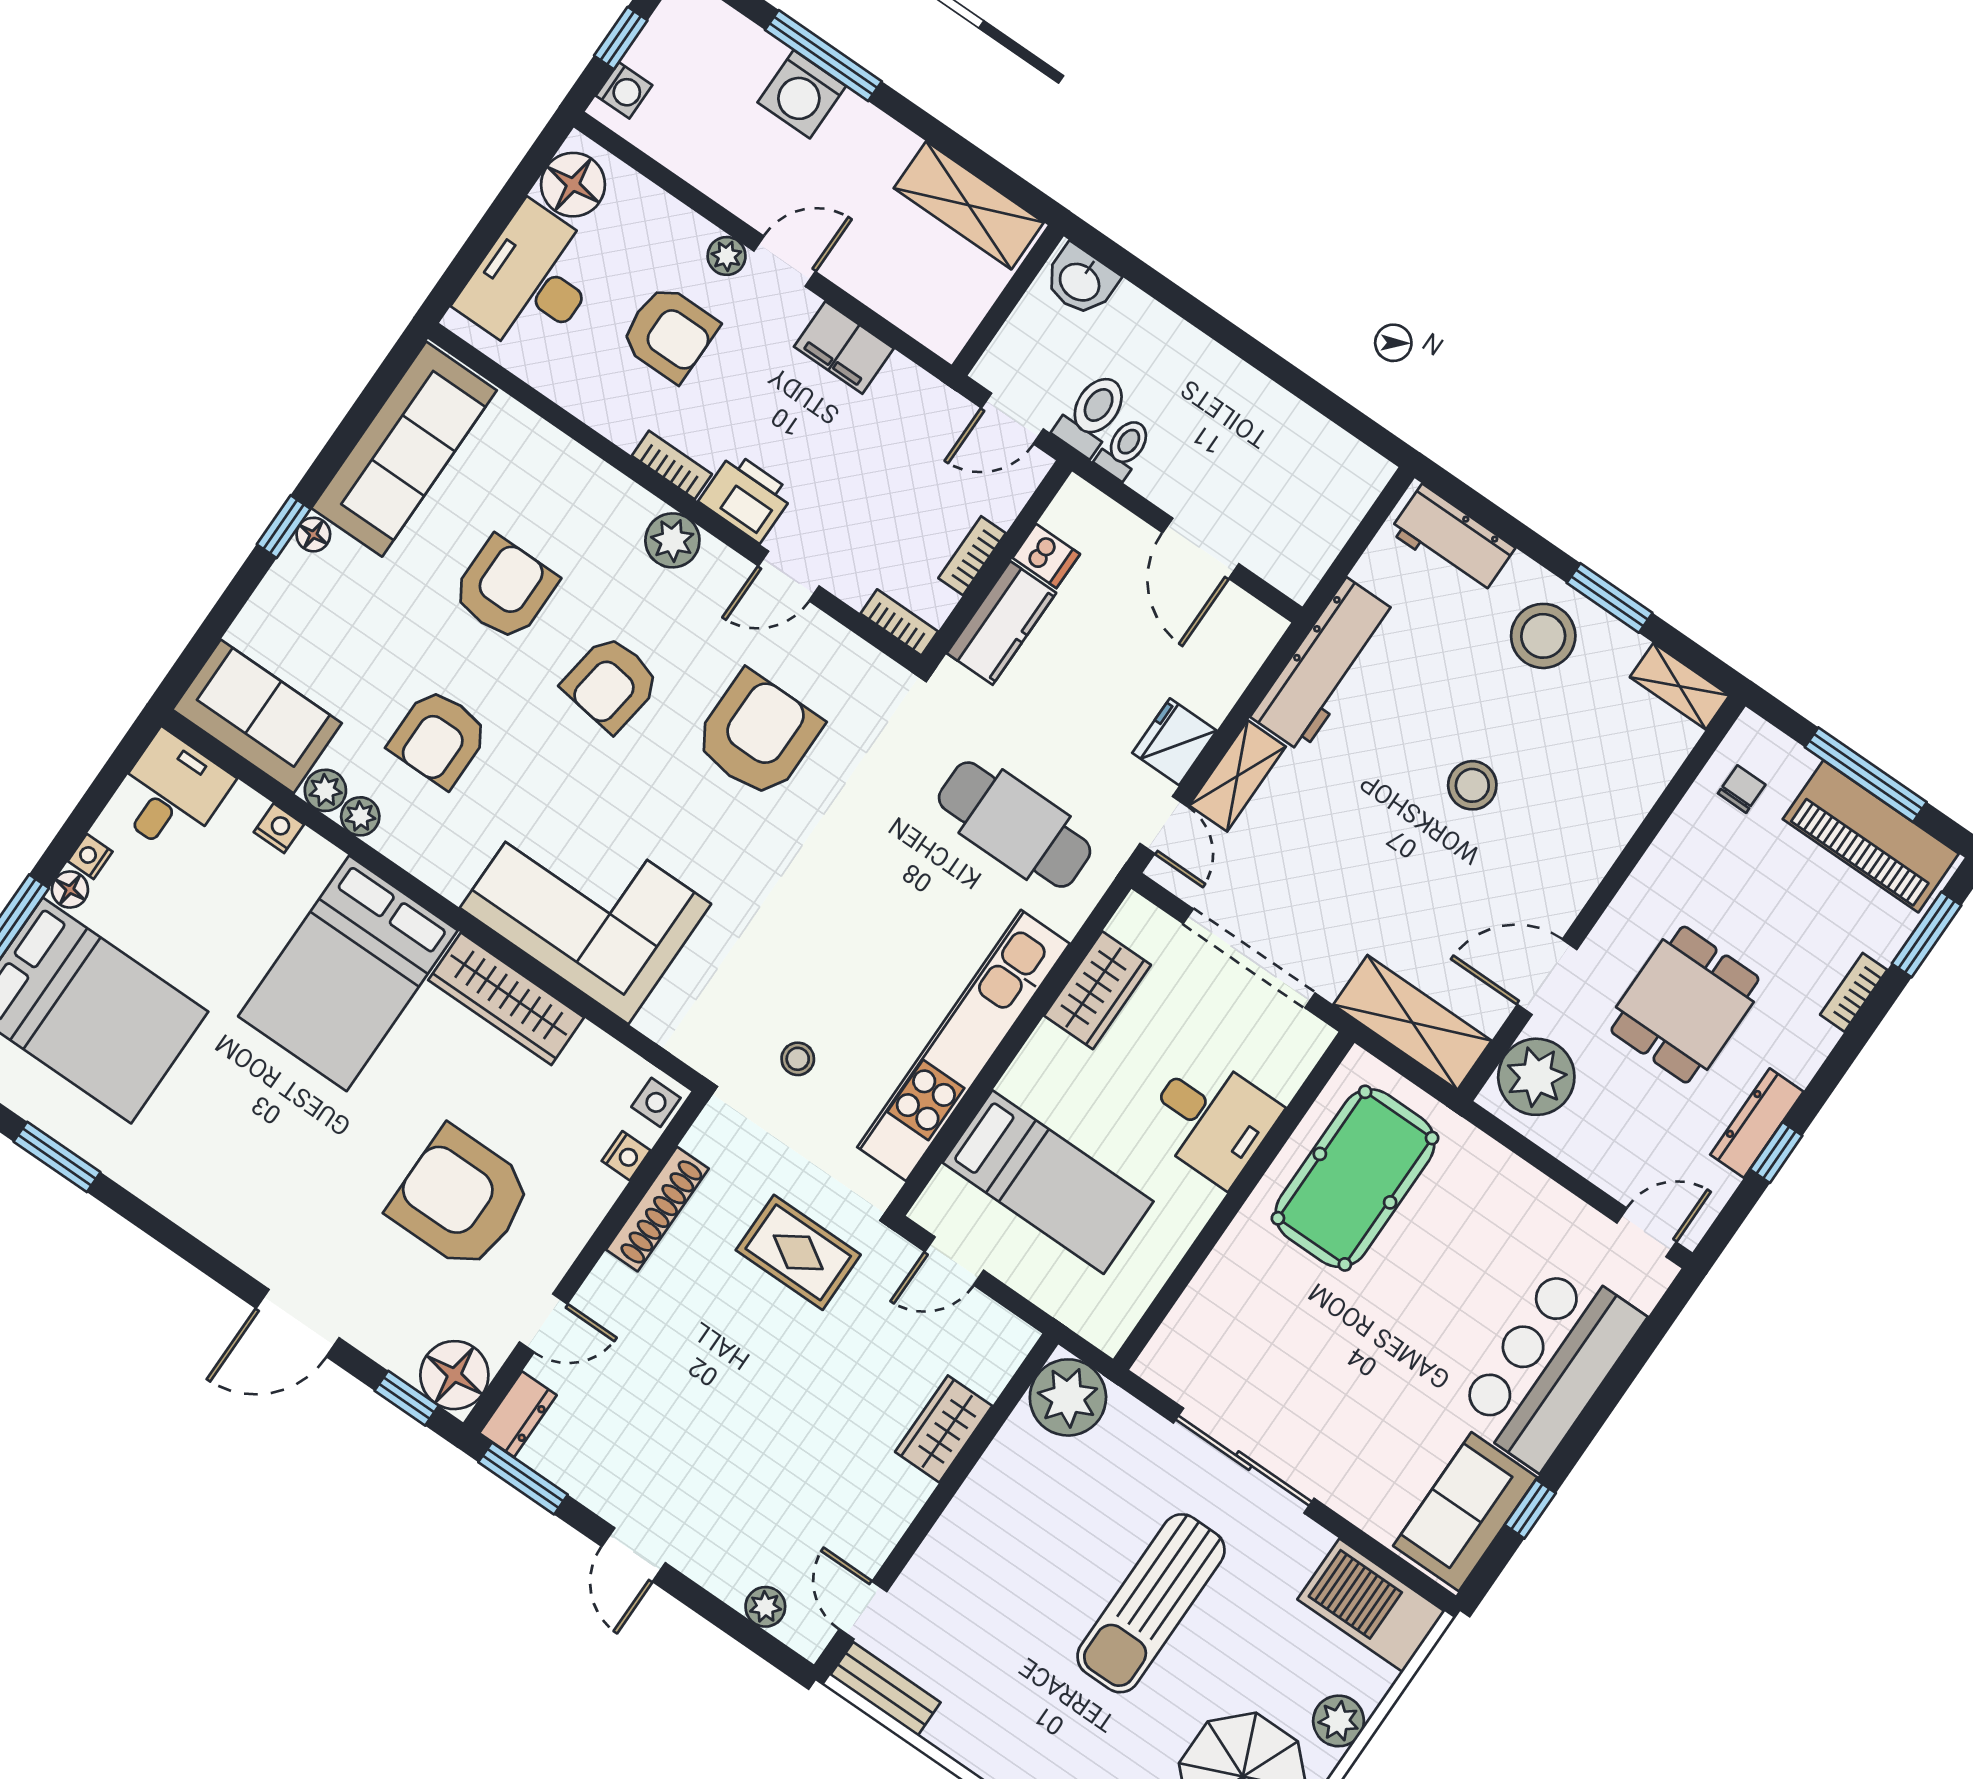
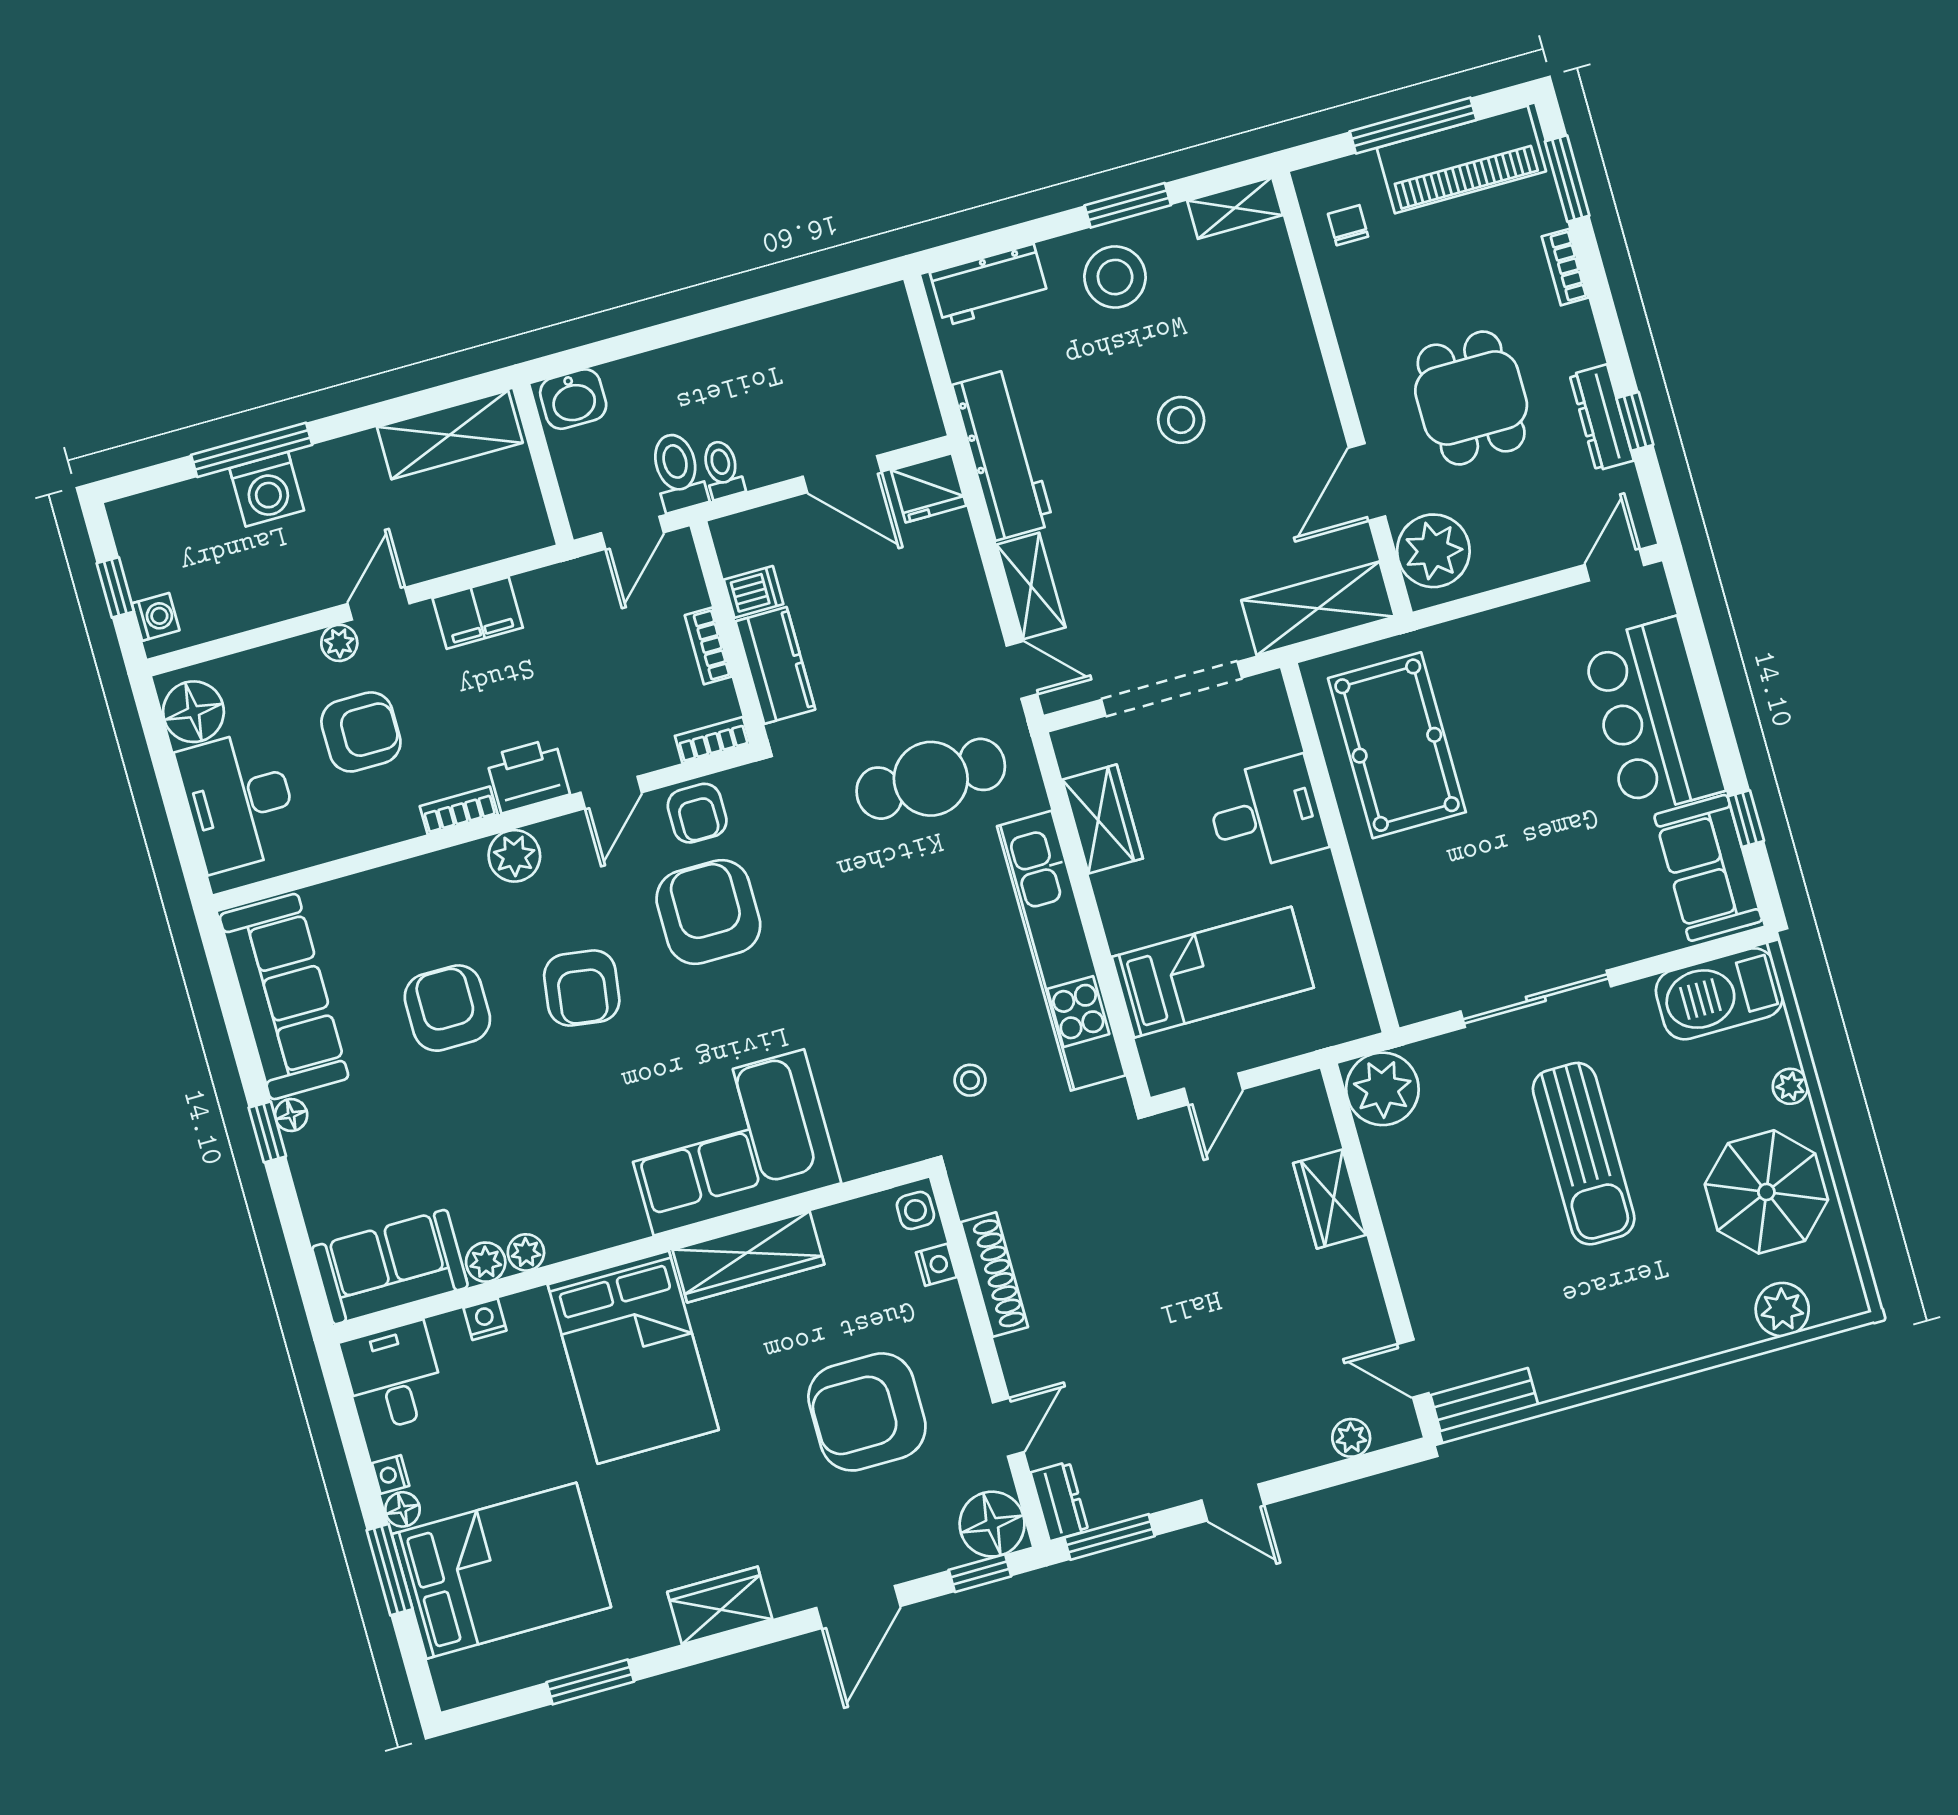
armchair: (439, 738) -> (697, 813), moved, width x0.72, depth x0.72
fridge: (1174, 742) -> (929, 488), moved, turned -90
wardrobe: (206, 1210) -> (720, 1605), added
rug: (798, 1252) -> (1112, 1198), removed
plant: (1339, 1721) -> (1790, 1086), width x0.73, depth x0.73

